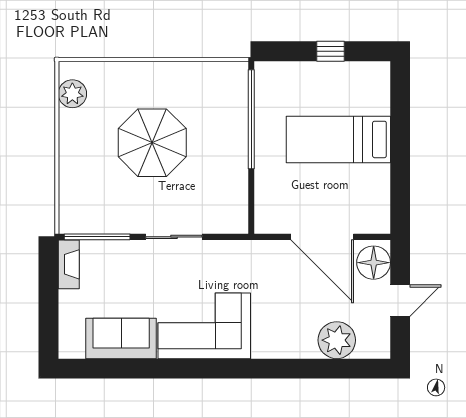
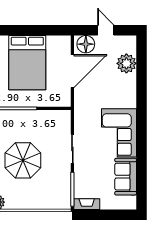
bed: (338, 139) -> (27, 63), width x1.50

